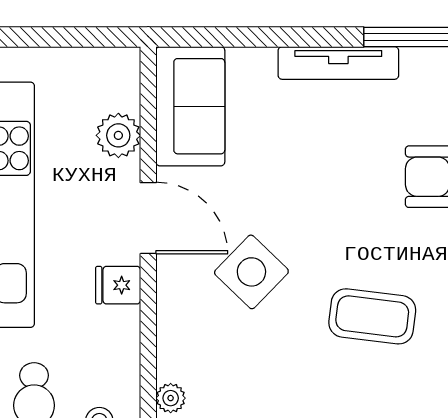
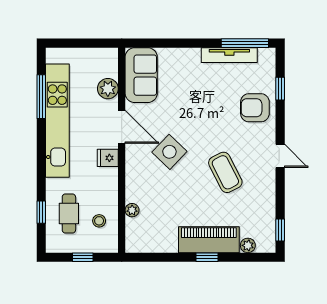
tv unit: (338, 63) -> (229, 55), moved
coffee table: (372, 316) -> (225, 172), turned 56

